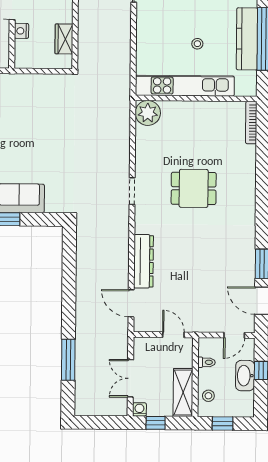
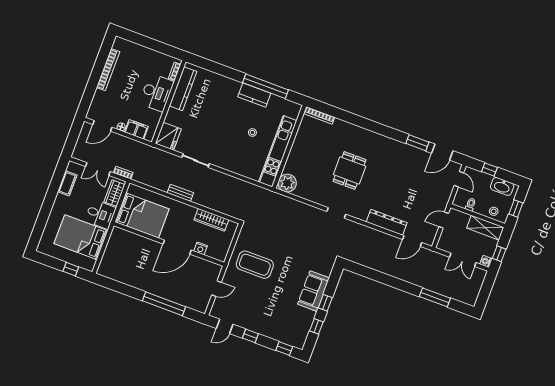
wardrobe: (64, 39) -> (211, 220), width x1.50
kitchen counter: (247, 39) -> (254, 95), width x0.67
coffee table: (26, 109) -> (255, 265), added
washbasin: (245, 376) -> (502, 186), moved

